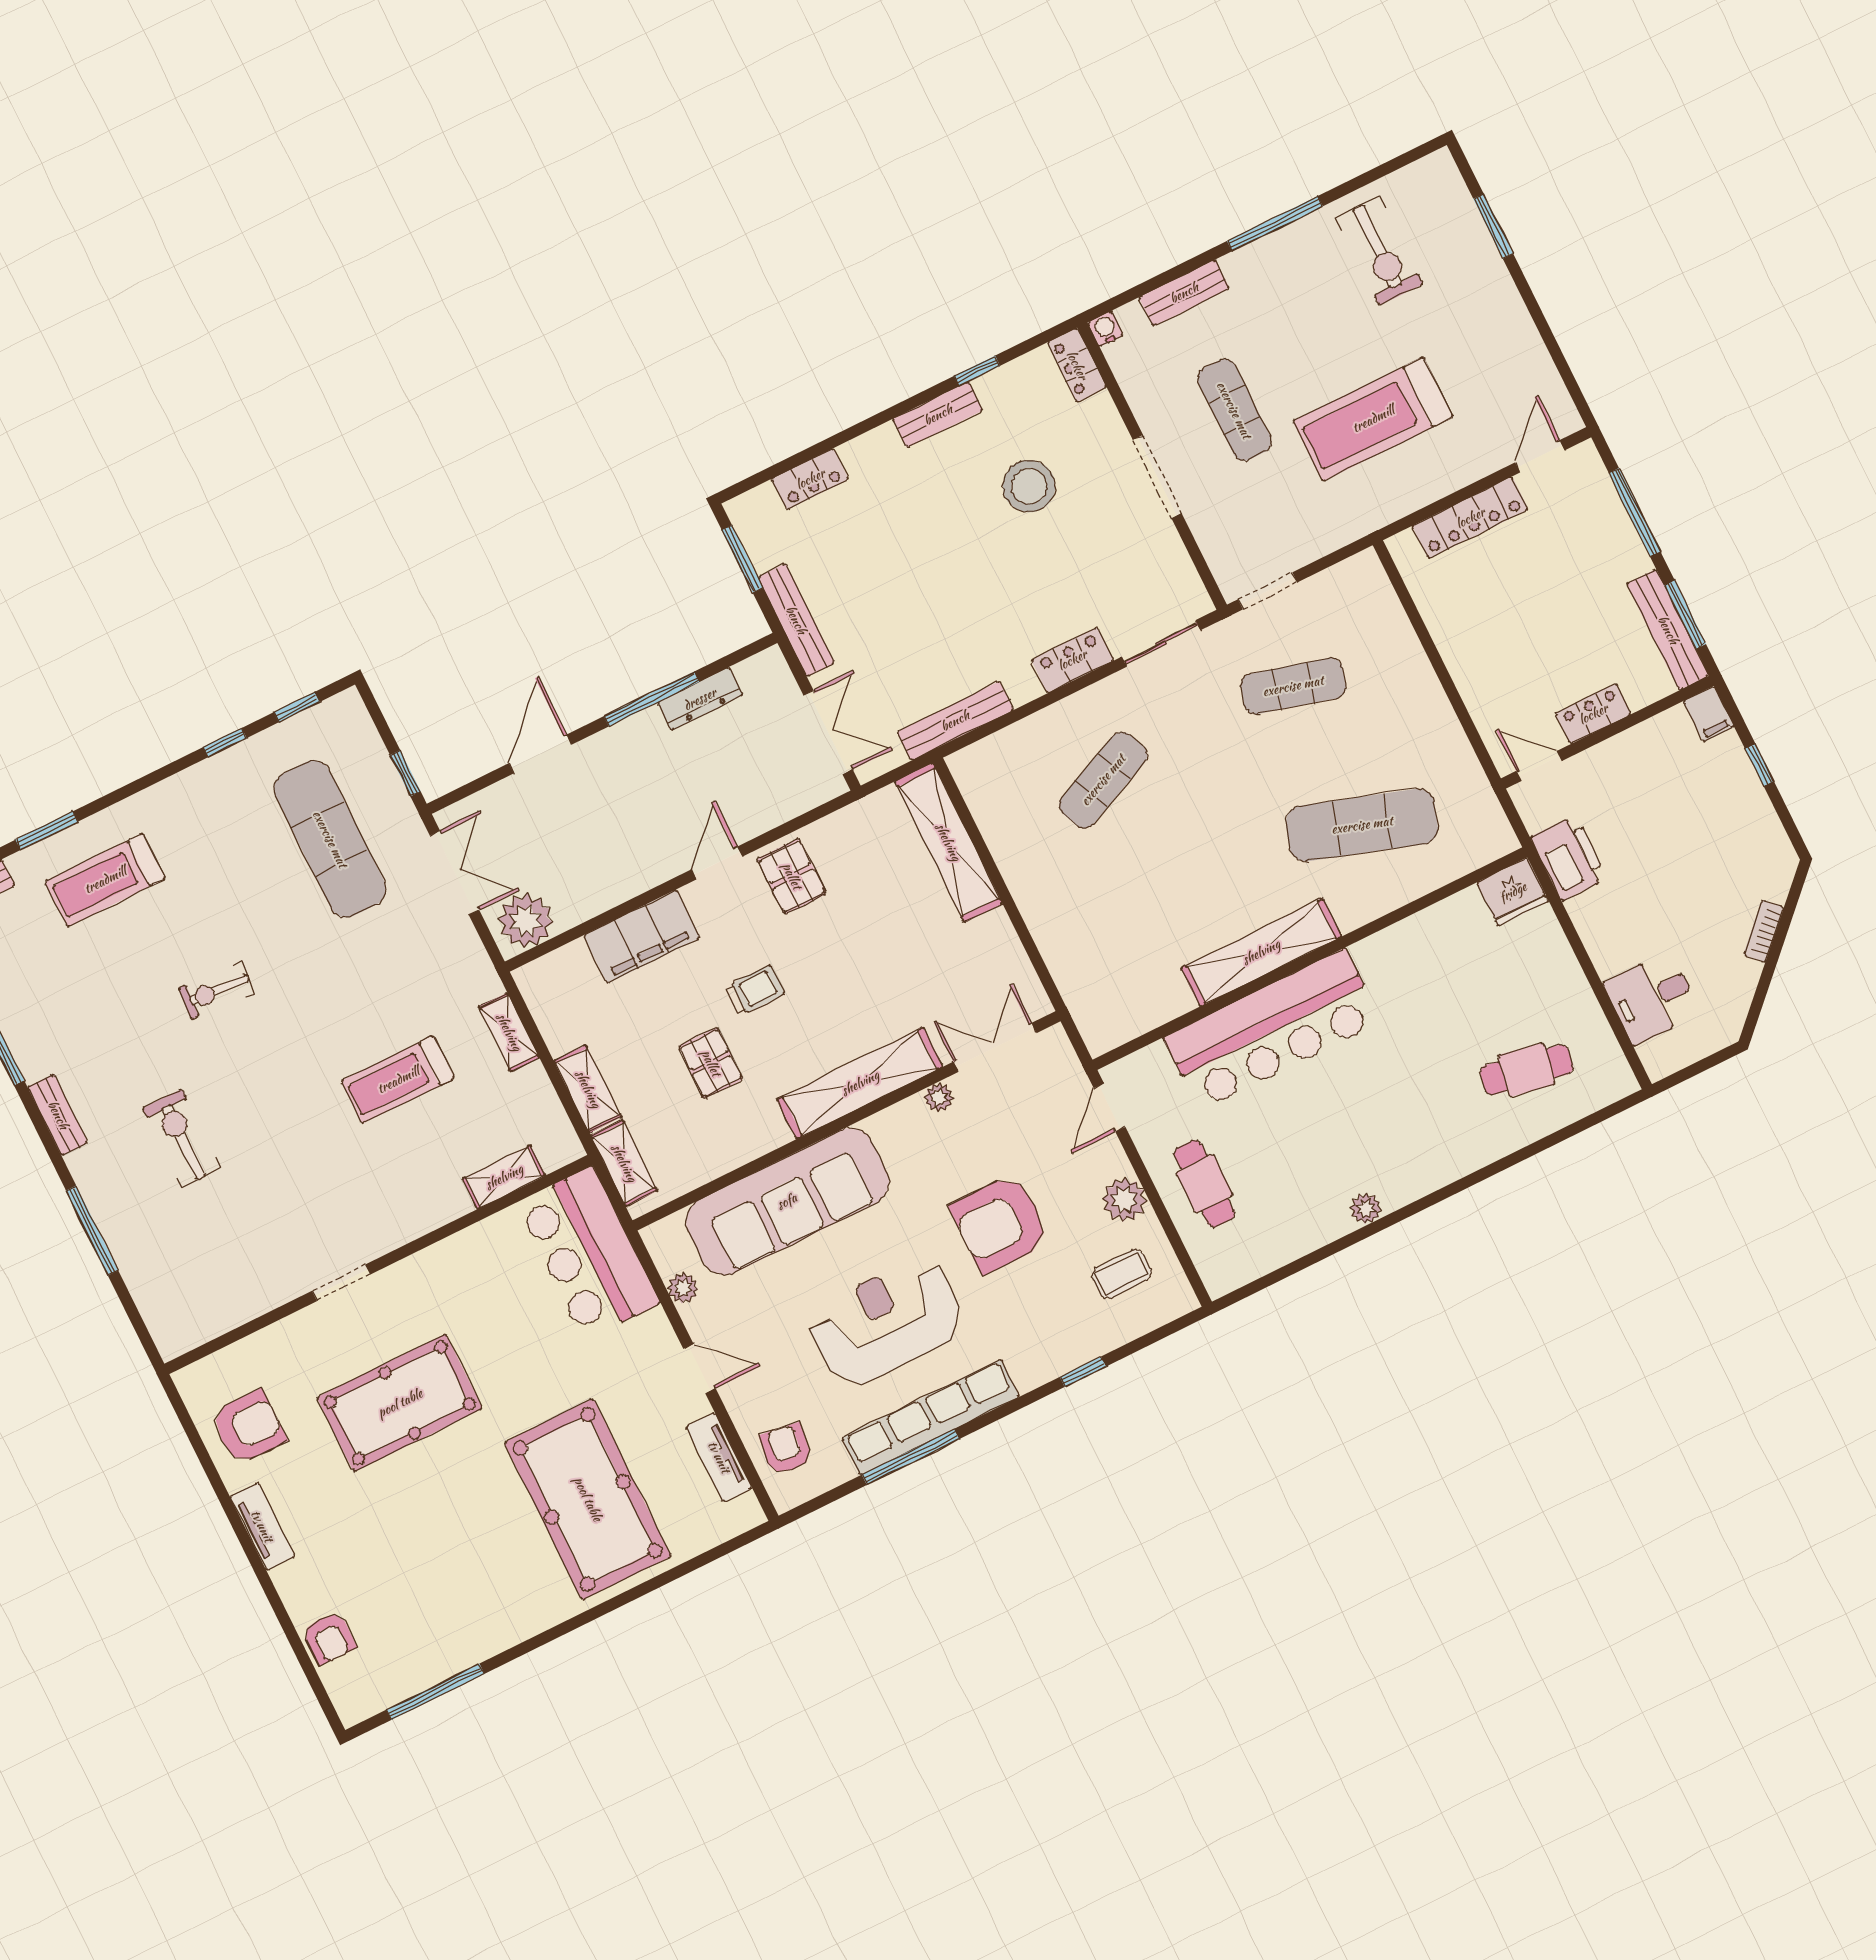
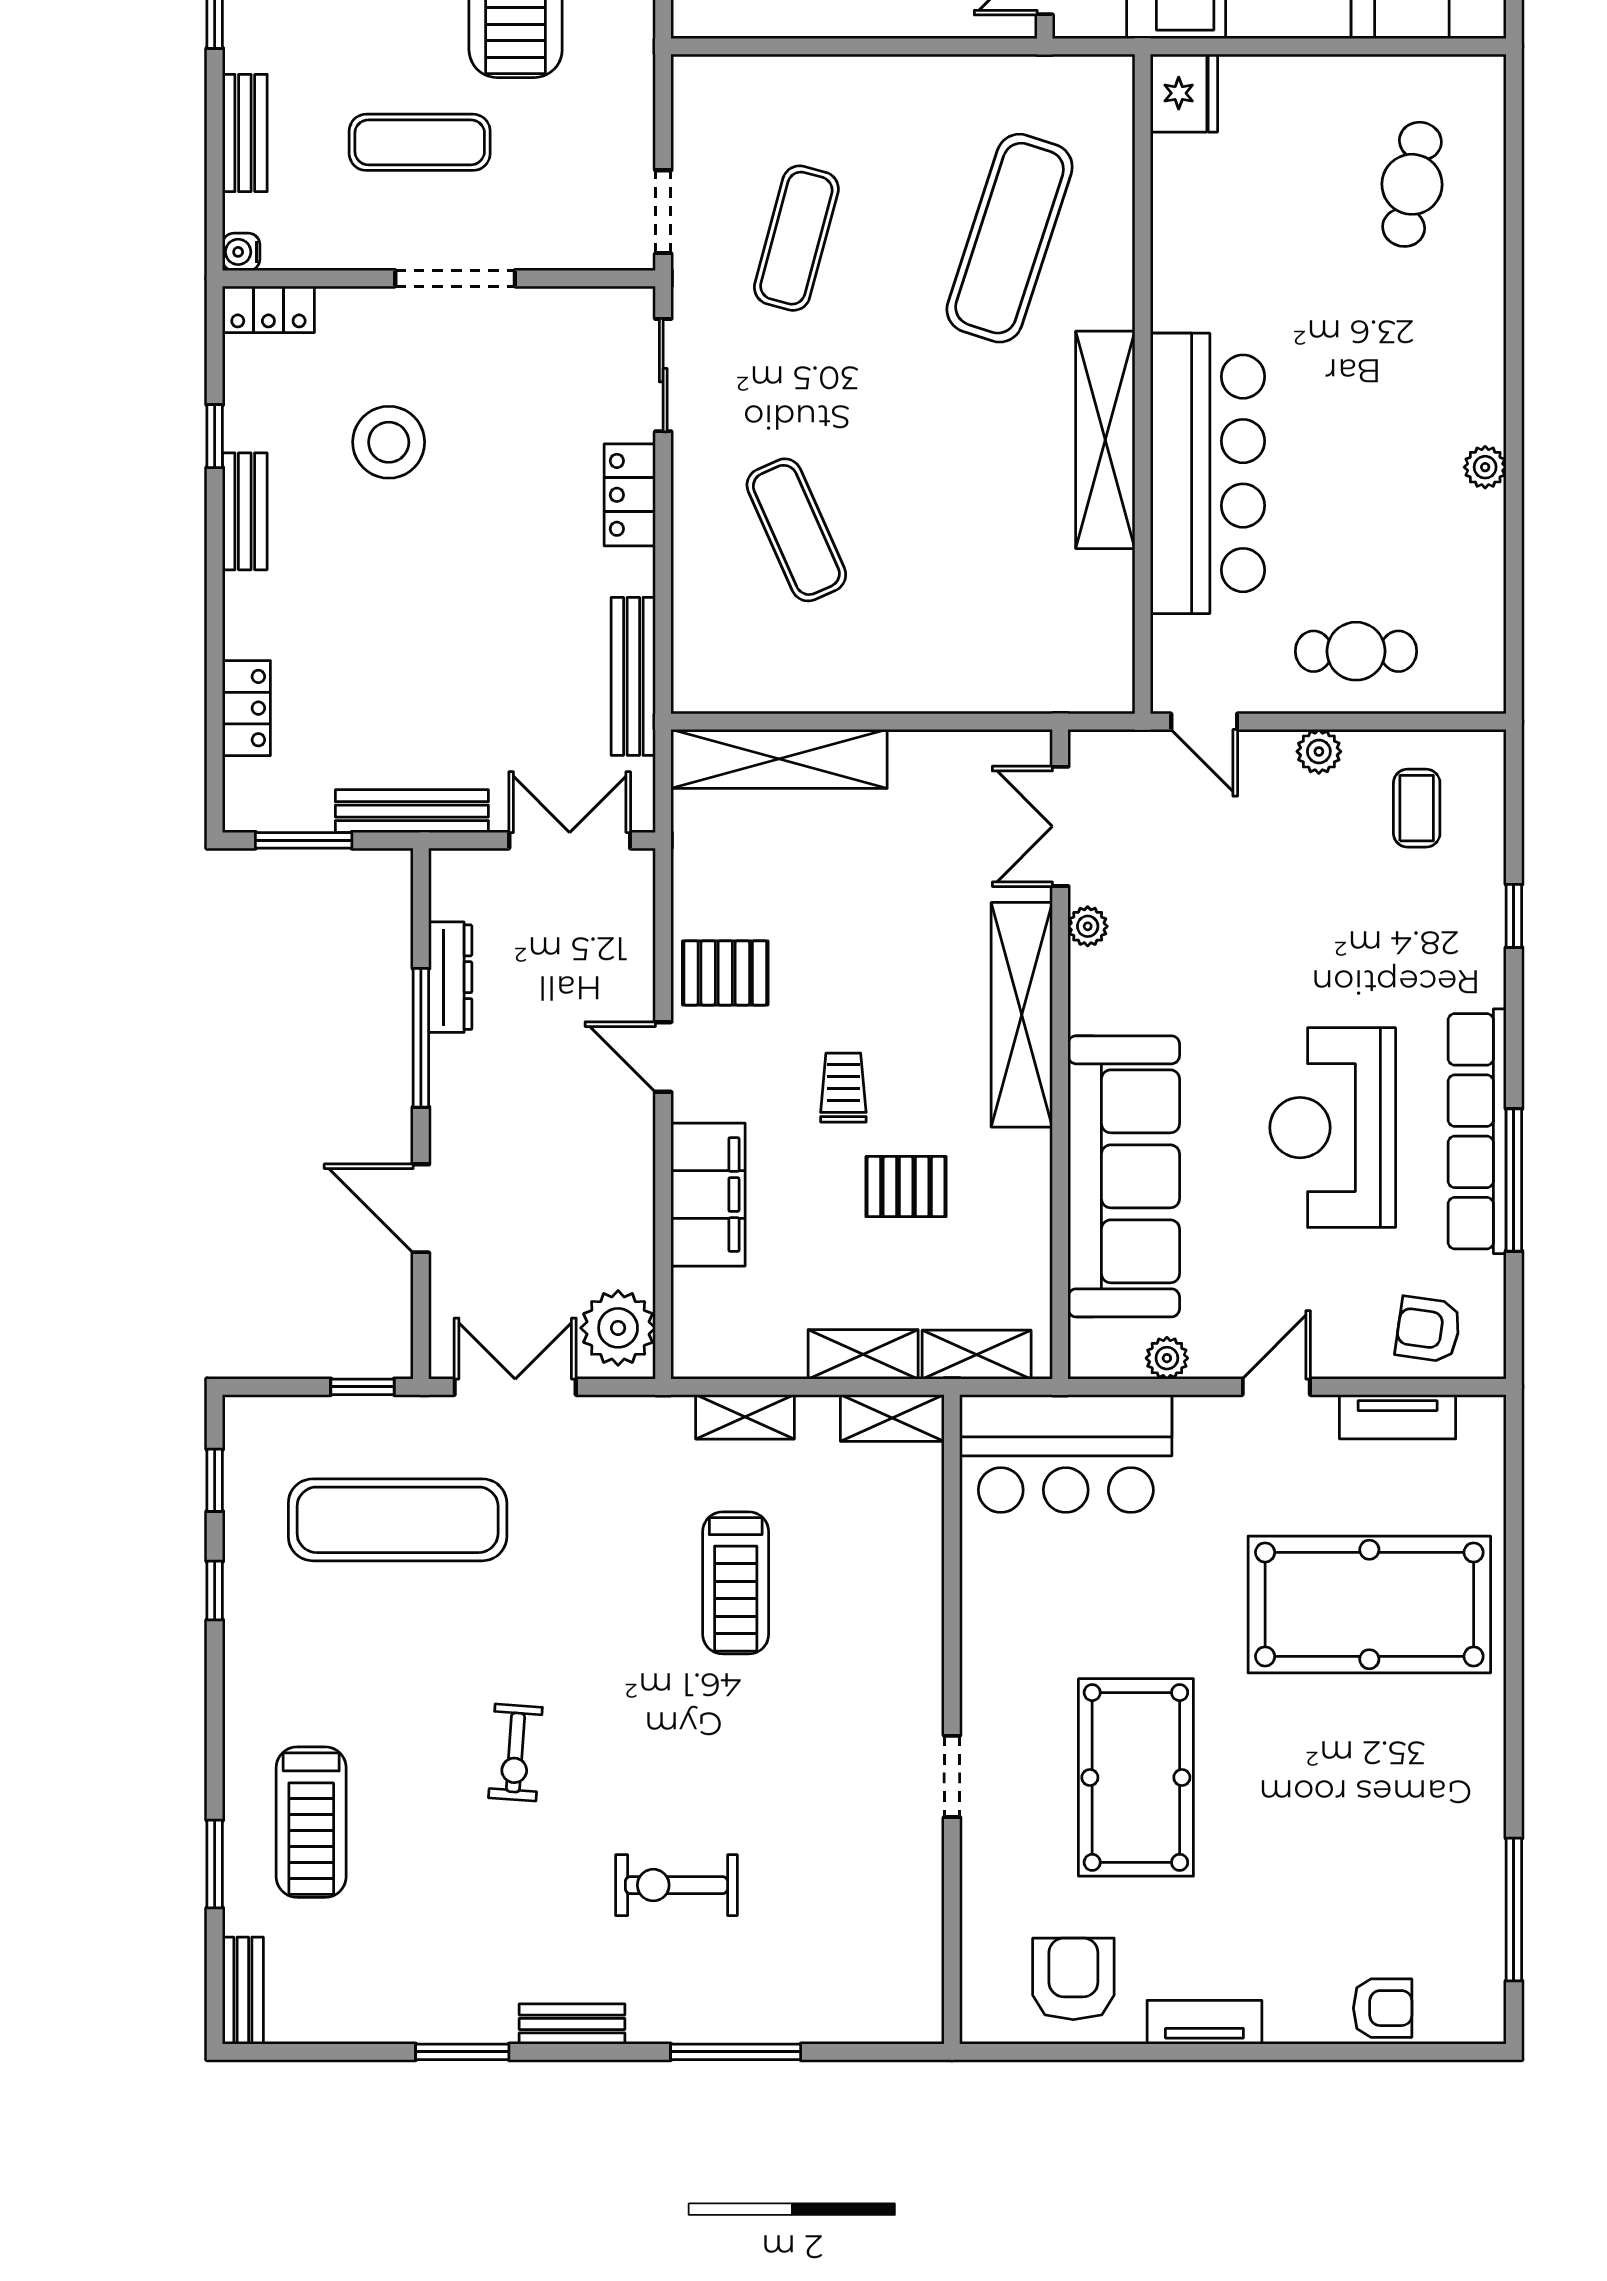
shelving: (504, 1177) -> (892, 1418), moved, turned 90
plant: (1124, 1200) -> (1319, 751), width x0.73, depth x0.73
armchair: (1000, 1224) -> (1281, 927), removed

